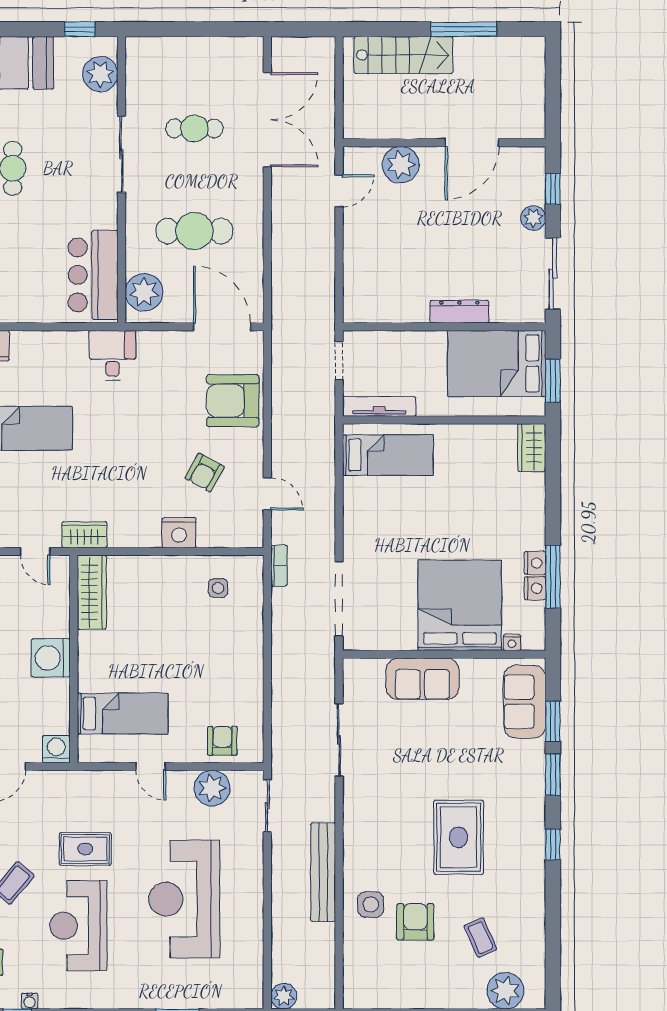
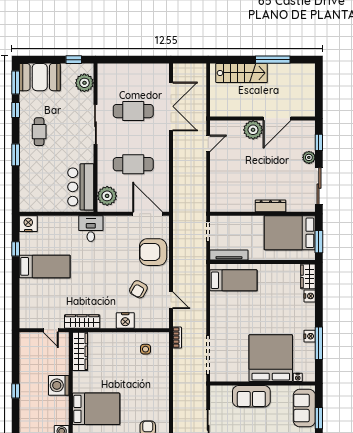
cafe table: (194, 128) -> (133, 111), width x1.37, depth x1.35
plant: (401, 165) -> (253, 130), moved
wardrobe: (84, 535) -> (82, 322), width x1.50
nightstand: (535, 588) -> (310, 296), moved
bed: (123, 713) -> (96, 409), width x1.50

